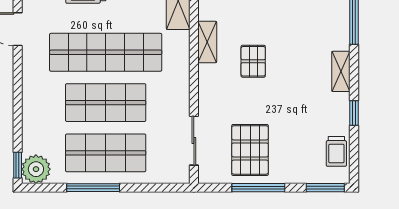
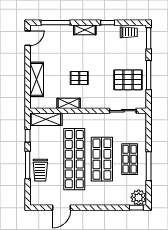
shop shelf: (106, 153) -> (130, 159), width x0.70, depth x0.74

